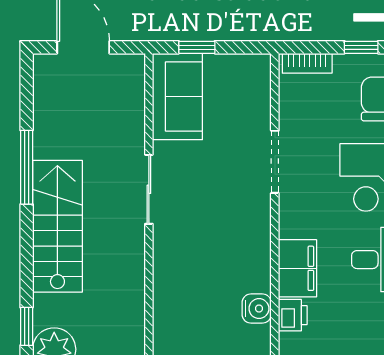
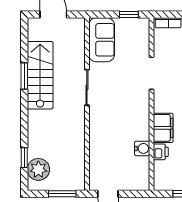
window: (197, 47) -> (129, 15), moved
window: (27, 167) -> (24, 76), width x0.69
stairs: (57, 226) -> (40, 75), moved

